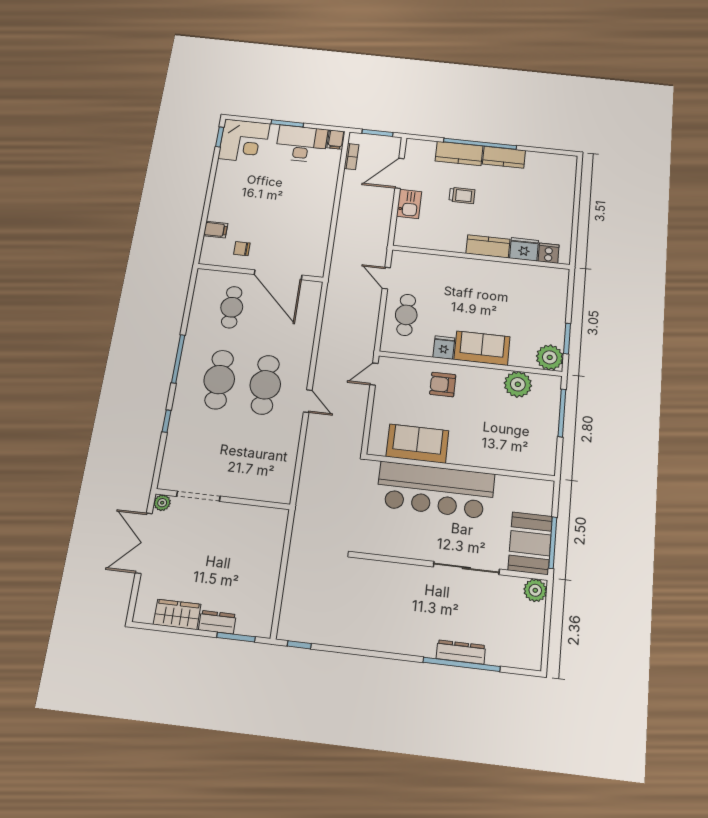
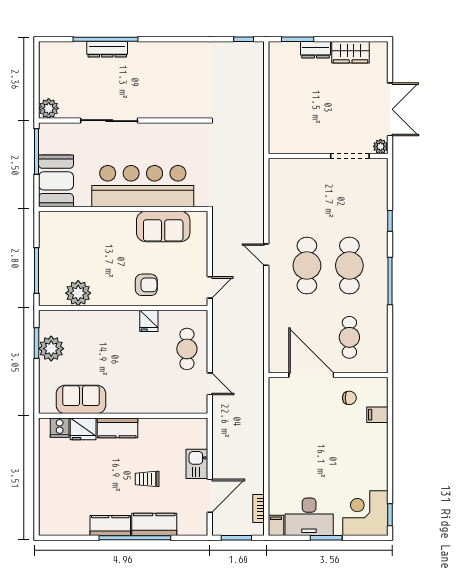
sofa: (482, 348) -> (81, 399), moved, turned 180
plant: (550, 357) -> (51, 349), moved
booth: (530, 543) -> (56, 181), moved

